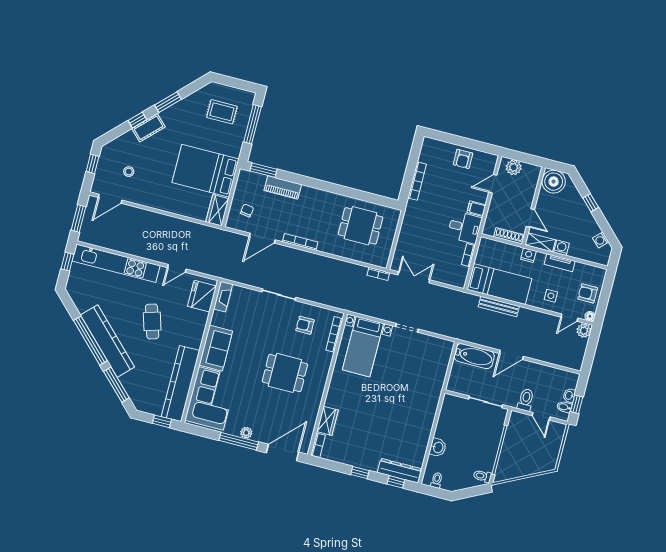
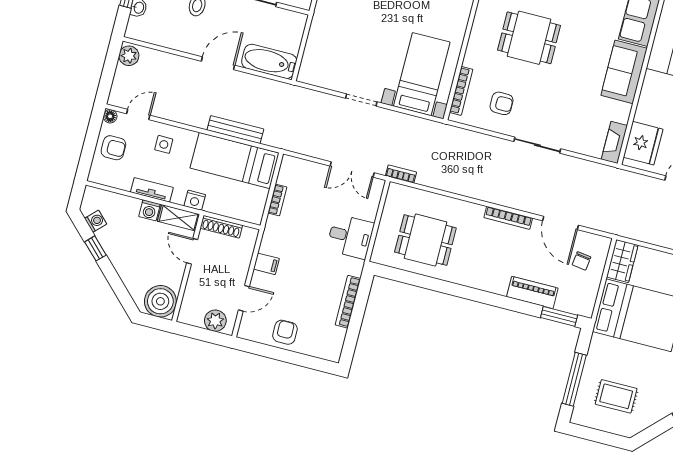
window: (591, 203) -> (95, 248), moved
desk: (465, 227) -> (350, 236), moved, turned 180
door: (262, 238) -> (560, 223), swing flipped
plant: (584, 331) -> (129, 56), moved

